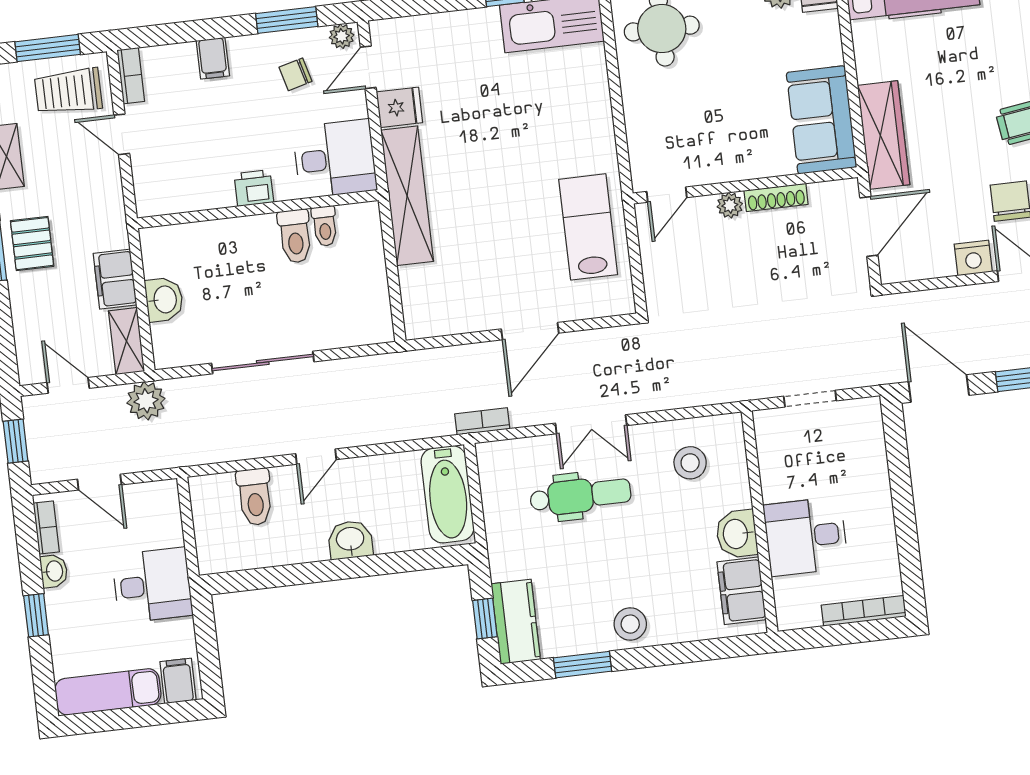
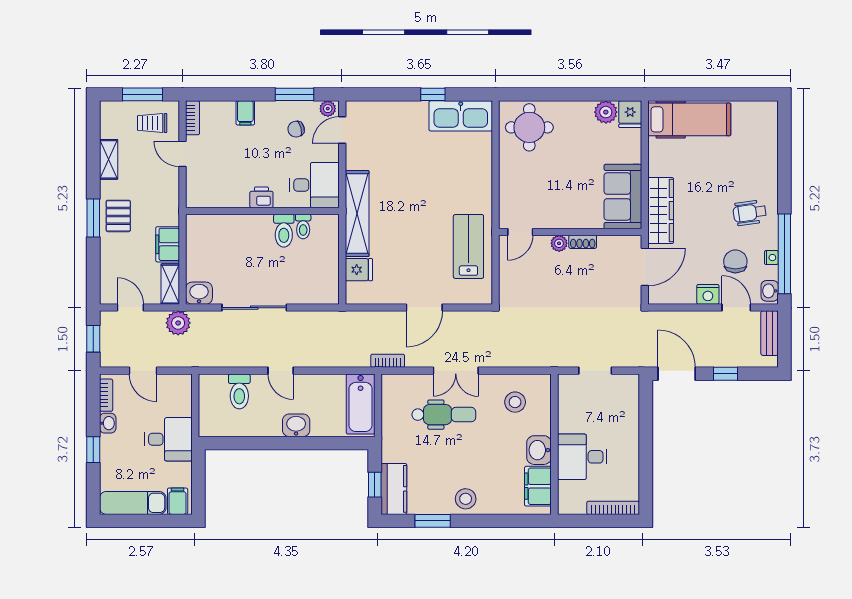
trolley: (68, 91) -> (152, 123), width x0.73, depth x0.72
fridge: (399, 107) -> (359, 270), moved
shoe rack: (776, 197) -> (583, 242), width x0.70
washbasin: (164, 300) -> (199, 293), moved, turned -90
door: (316, 457) -> (281, 371), hinge flipped

